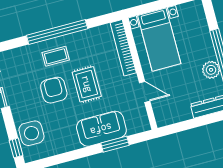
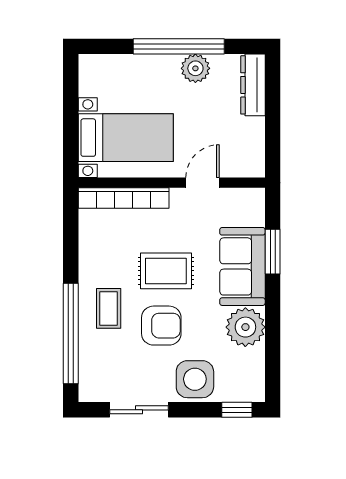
window: (57, 32) -> (71, 334), moved
armchair: (54, 90) -> (161, 326), turned 180
side table: (31, 133) -> (195, 379), moved
plant: (66, 140) -> (245, 327), added

